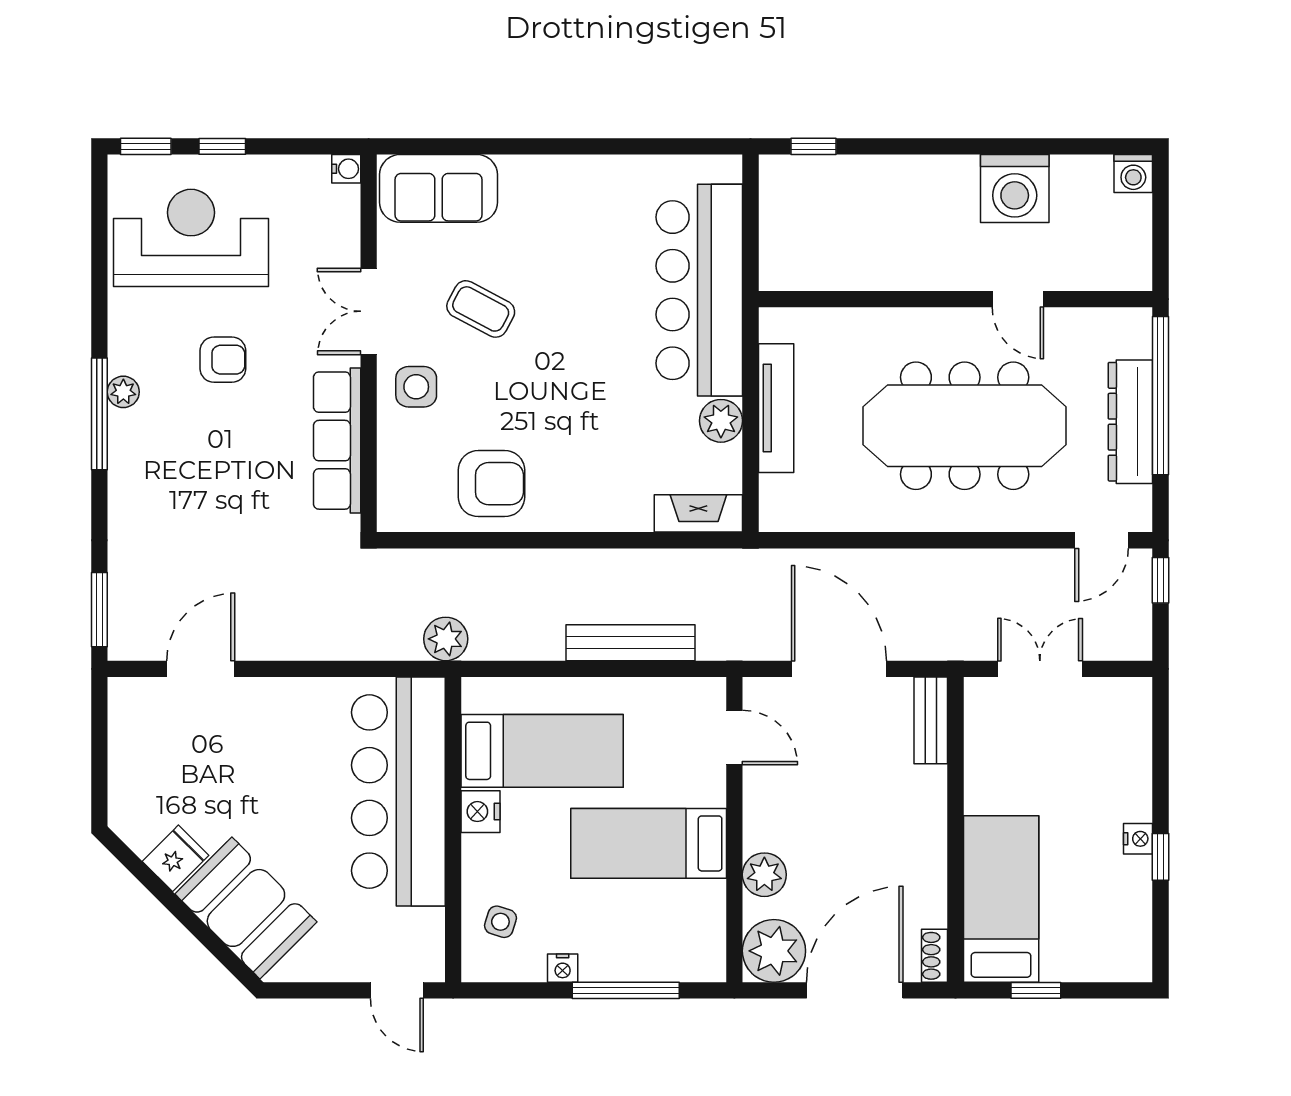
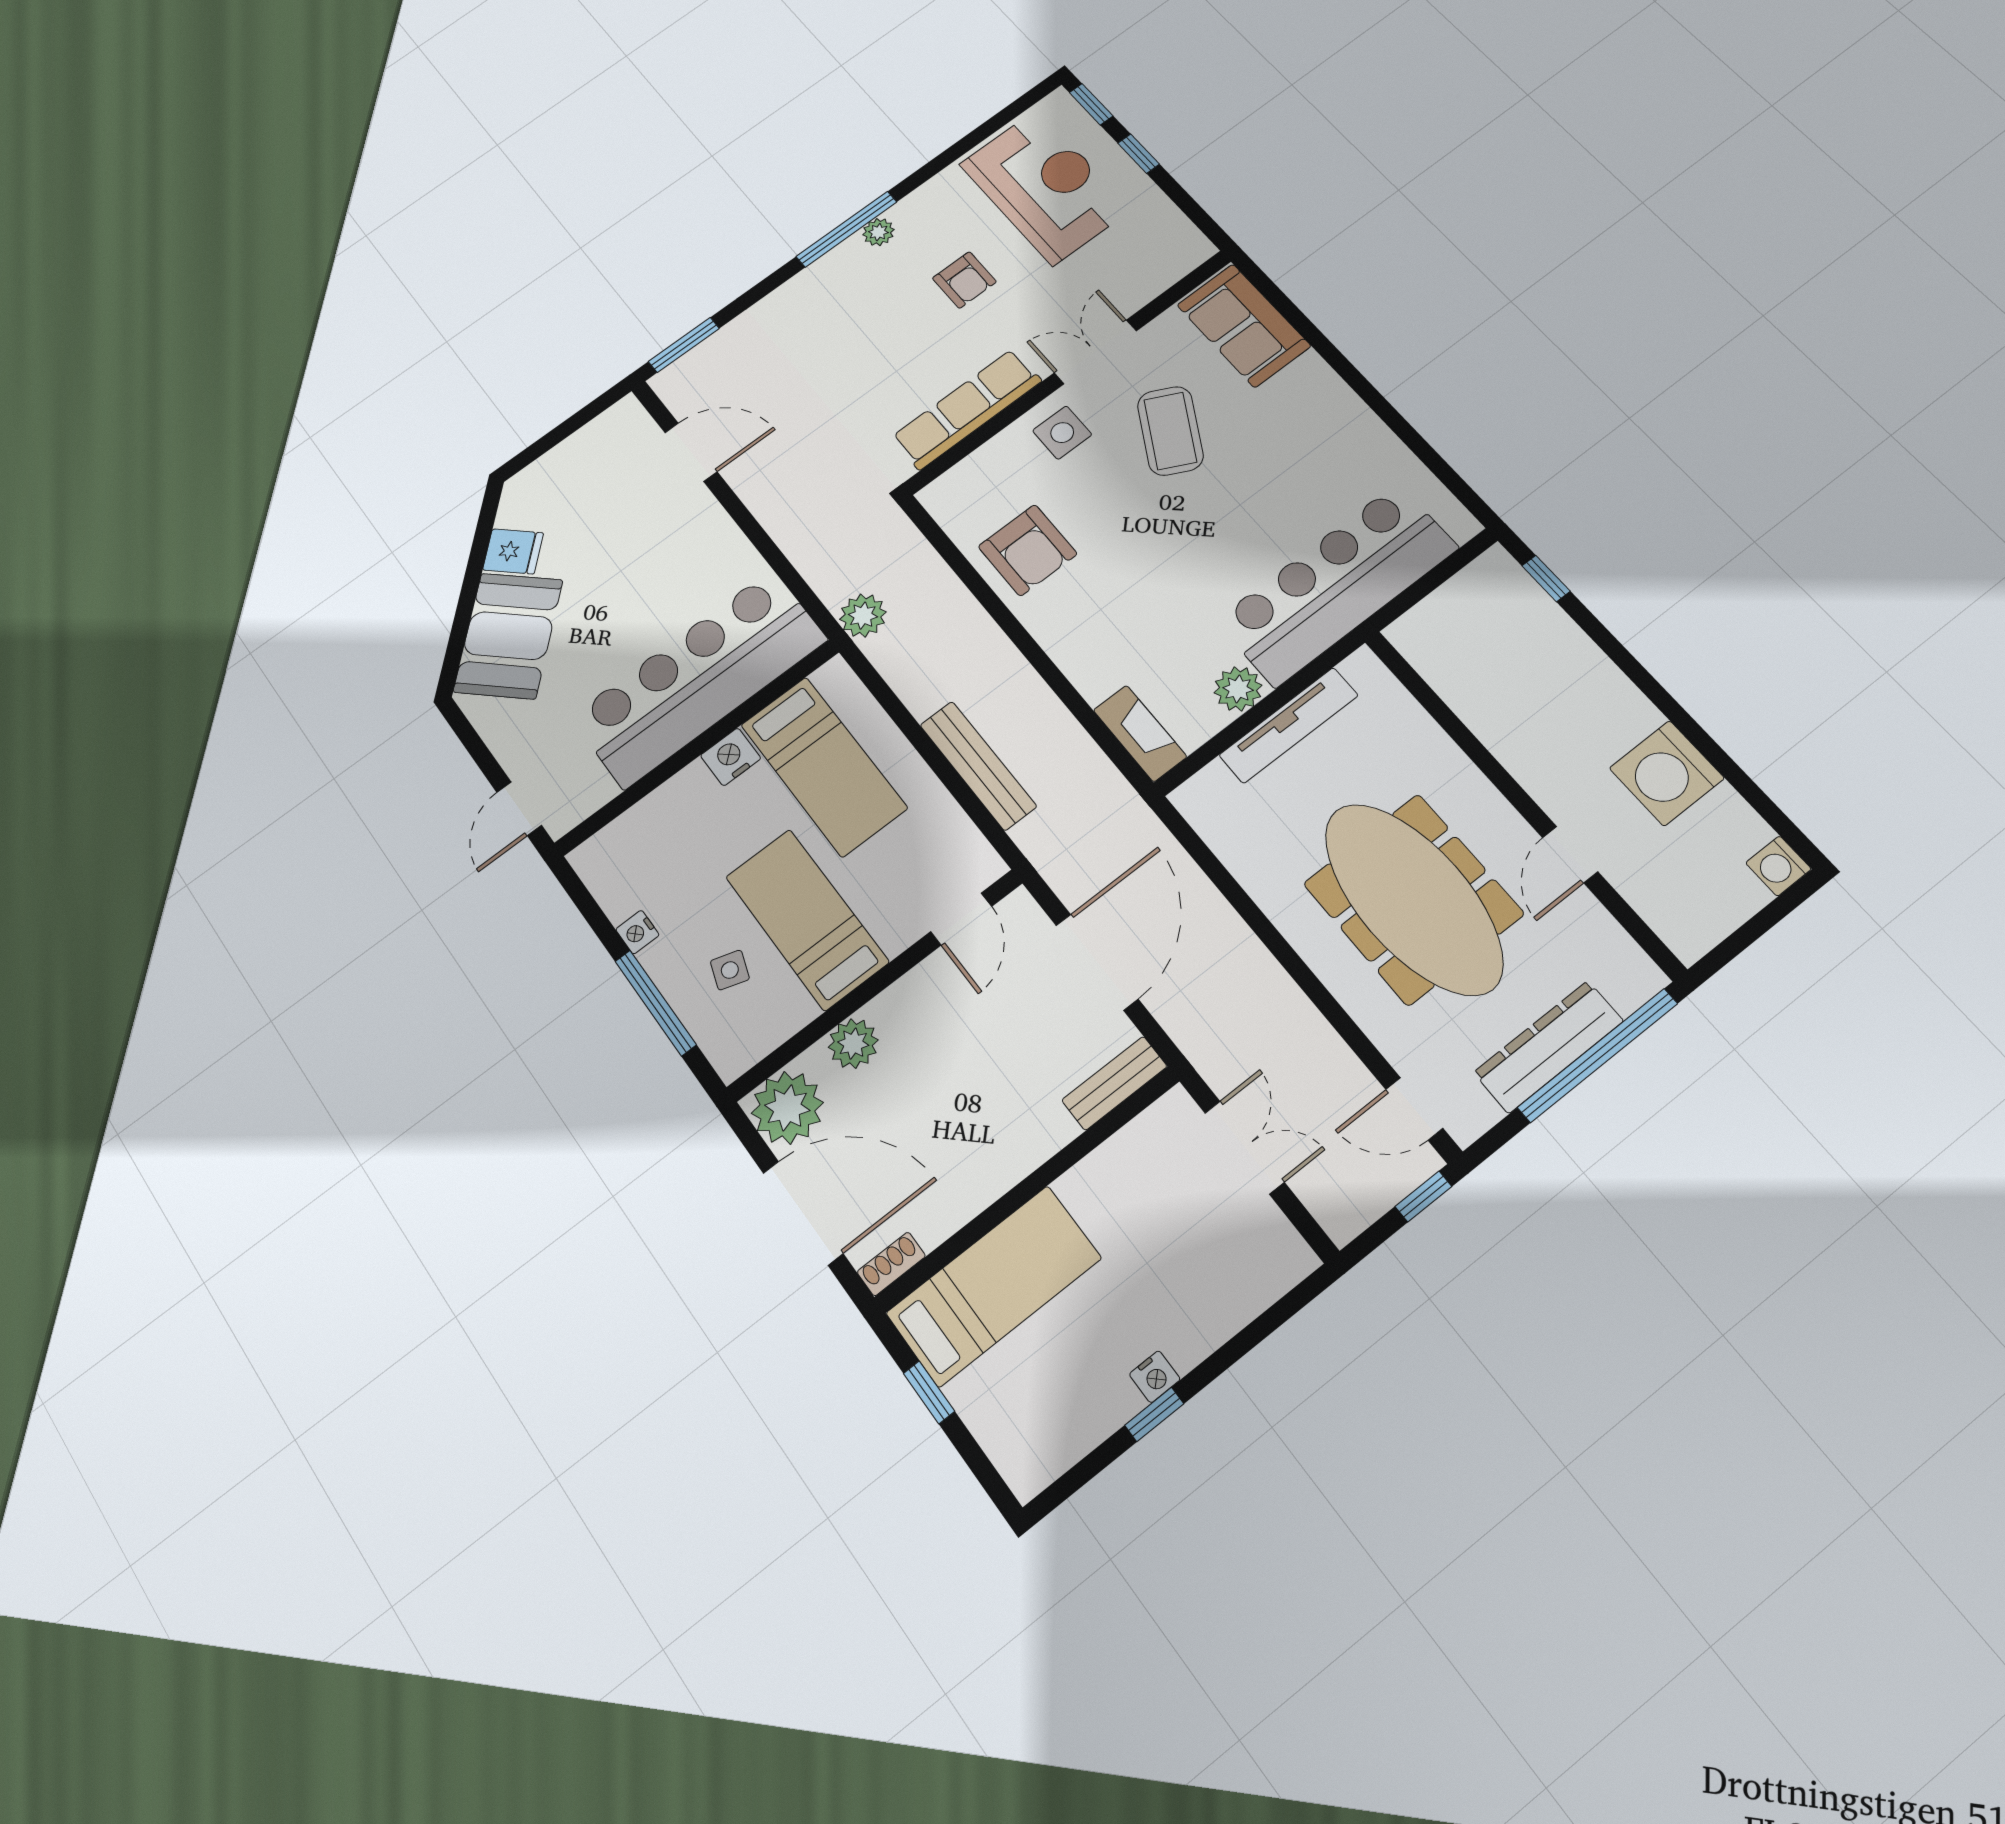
water cooler: (346, 169) -> (1199, 250), removed
coffee table: (481, 309) -> (1170, 431), width x1.36, depth x1.30
side table: (500, 922) -> (730, 970), moved

